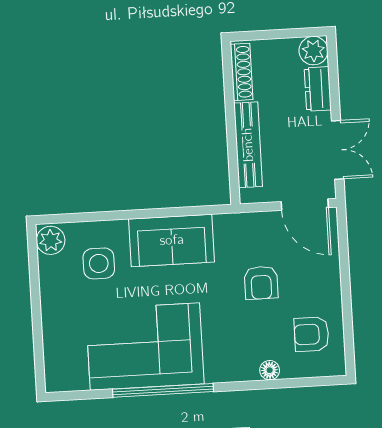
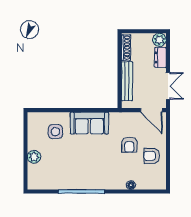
plant: (51, 240) -> (34, 157), moved
armchair: (311, 334) -> (152, 156), moved
corner sofa: (145, 346) -> (74, 171), removed

